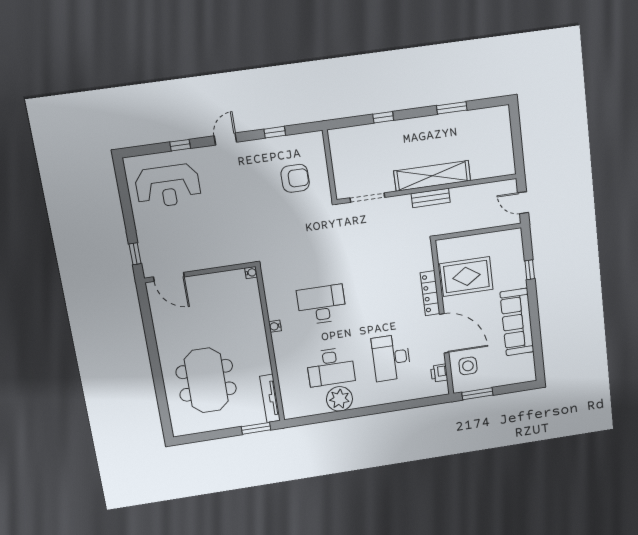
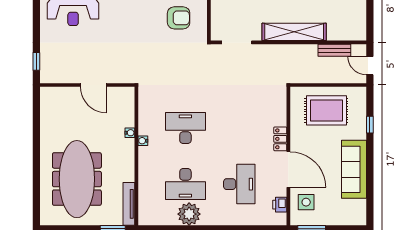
bench: (431, 198) -> (334, 50), moved
water cooler: (251, 273) -> (130, 133), moved
door: (169, 277) -> (93, 85), moved
rug: (466, 277) -> (326, 110), moved
locker: (430, 293) -> (280, 139), width x0.66
desk: (391, 358) -> (239, 184), turned 180
meeting table: (206, 380) -> (77, 179), width x1.36

